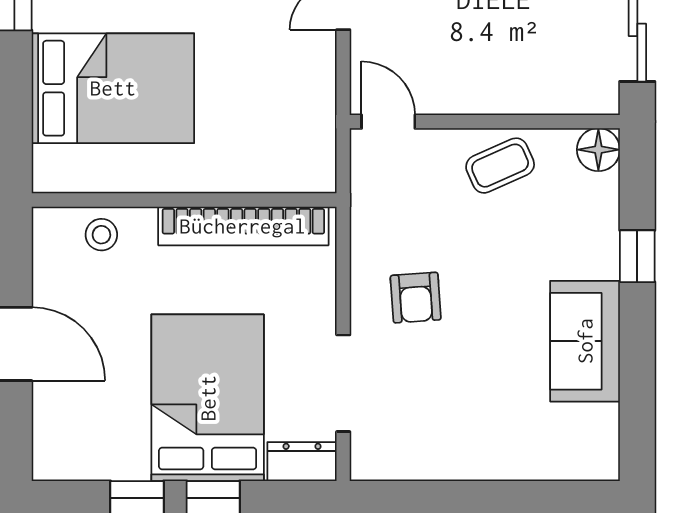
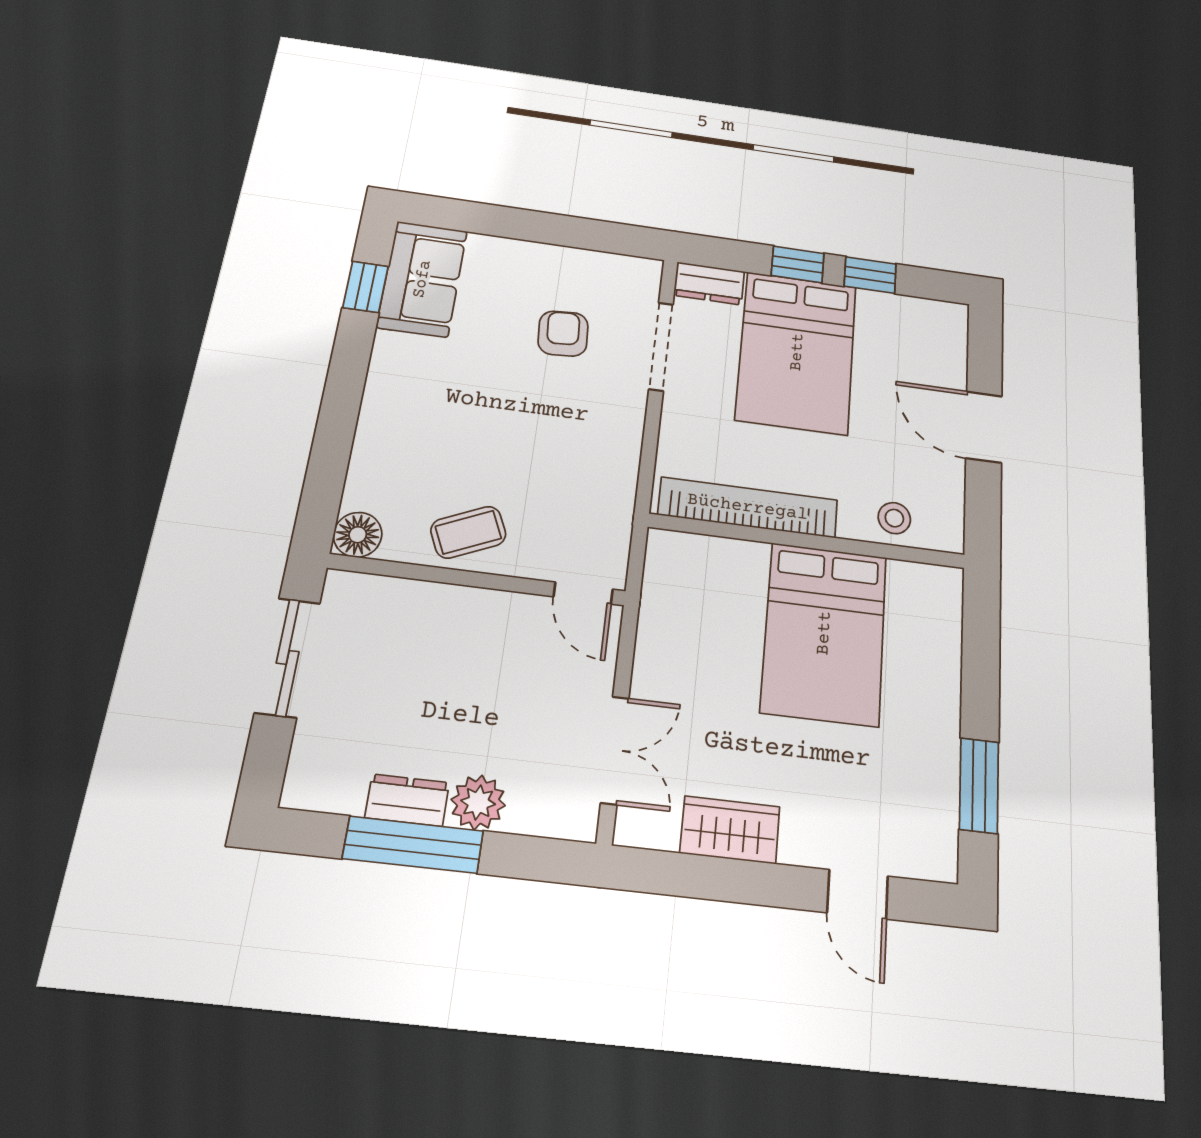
bed: (113, 88) -> (824, 633), moved, turned -90
window: (637, 256) -> (366, 287), moved
armchair: (416, 298) -> (563, 334), moved
sofa: (585, 341) -> (422, 279), moved

